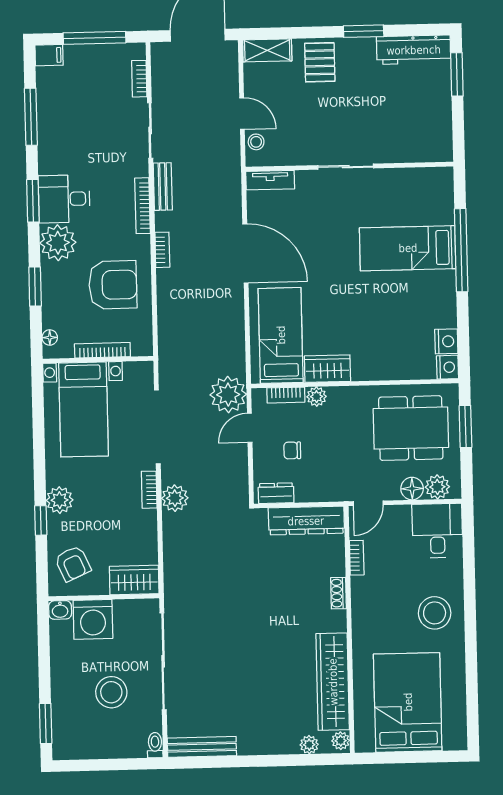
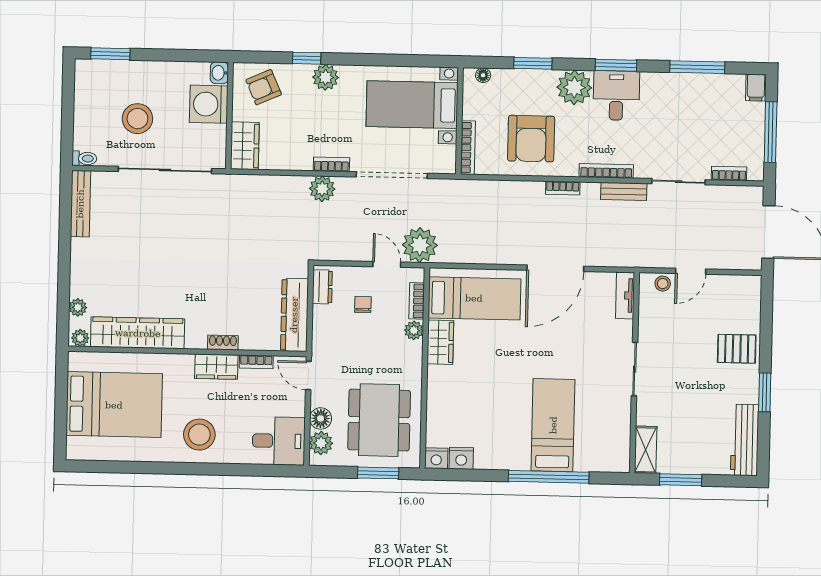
shelving: (267, 50) -> (646, 450), moved
window: (457, 74) -> (681, 480), moved
bookcase: (102, 350) -> (468, 148), moved
wardrobe: (364, 599) -> (216, 367), added

